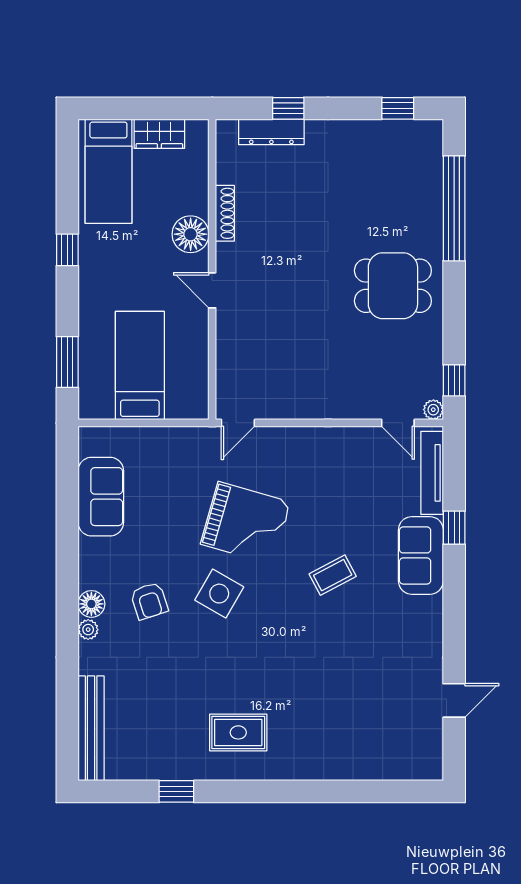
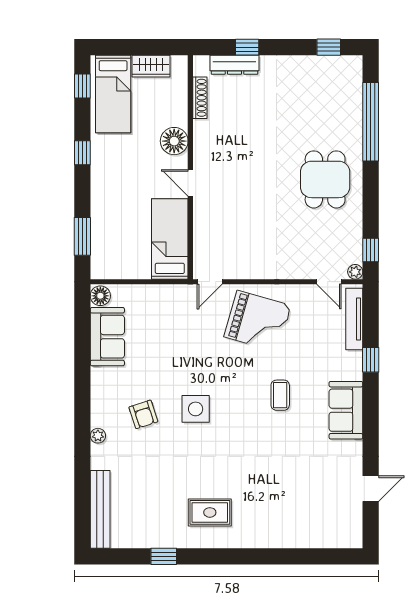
window: (67, 160) -> (82, 86), added
shoe rack: (225, 213) -> (200, 98), moved
dining table: (393, 286) -> (325, 179), turned 90
bed: (140, 365) -> (170, 239), moved
grand piano: (246, 523) -> (258, 321), moved
sofa: (421, 555) -> (346, 410), moved
coffee table: (333, 575) -> (280, 395), turned -62
side table: (219, 594) -> (196, 409), turned -30
floor lamp: (91, 604) -> (100, 296), moved

